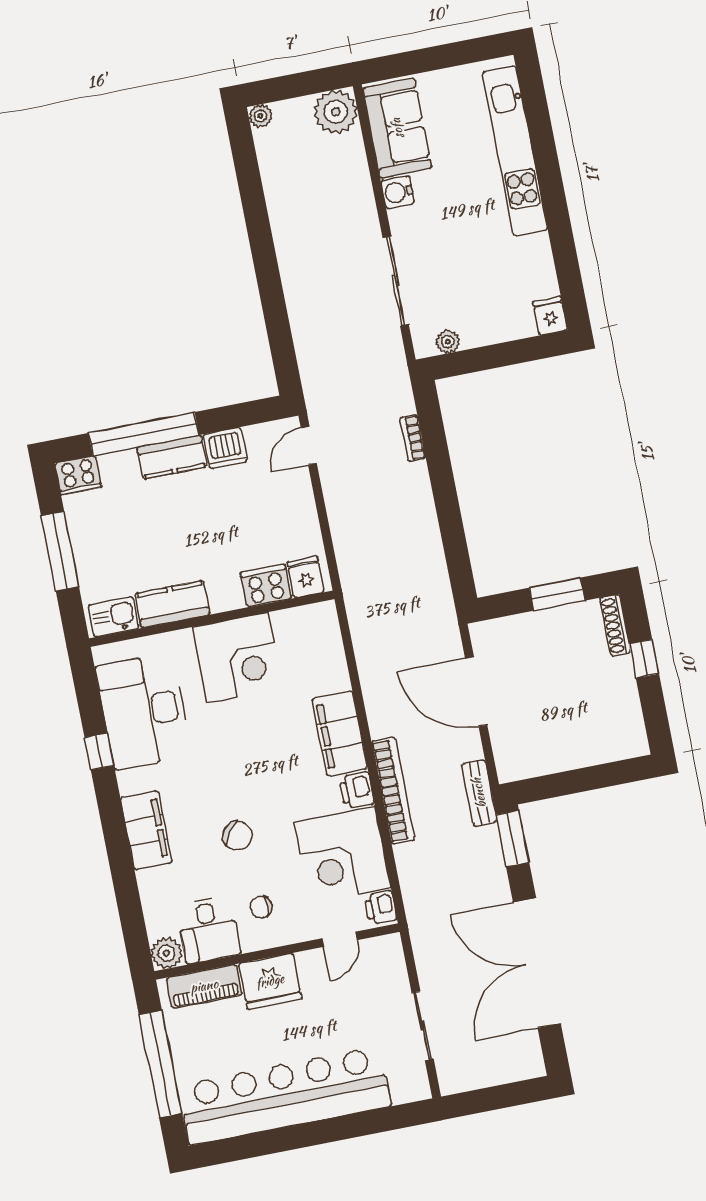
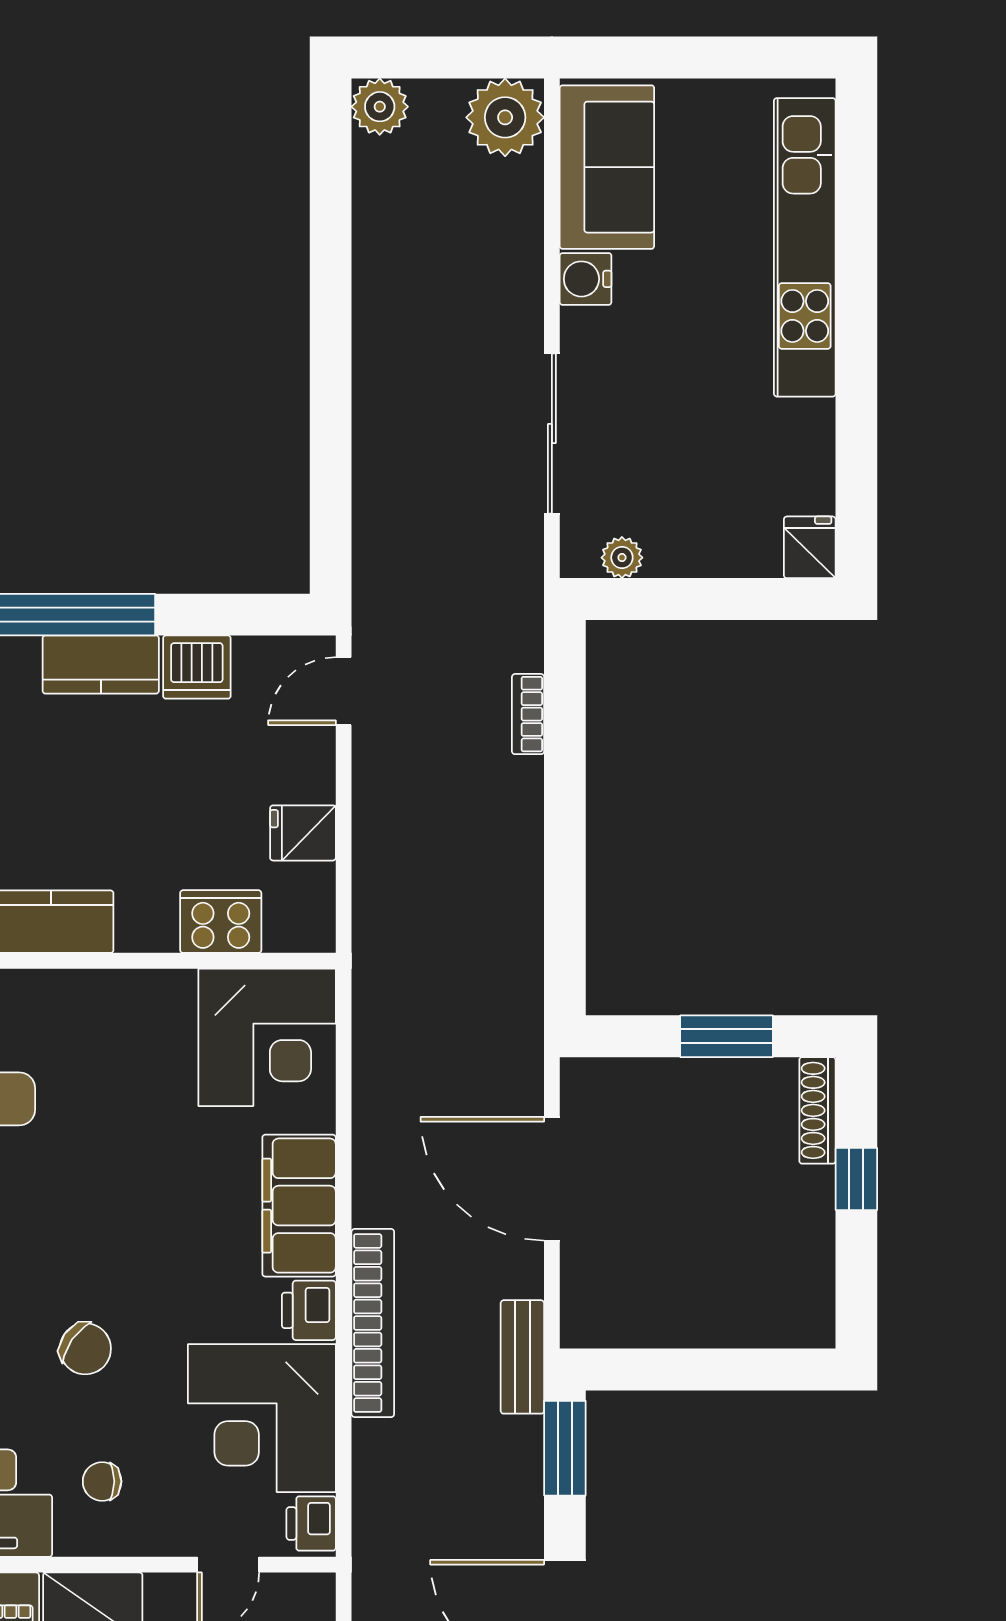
plant: (260, 116) -> (380, 107), width x1.38, depth x1.38
fridge: (306, 577) -> (303, 833), moved, turned -90
corner desk: (238, 657) -> (267, 1037), moved

